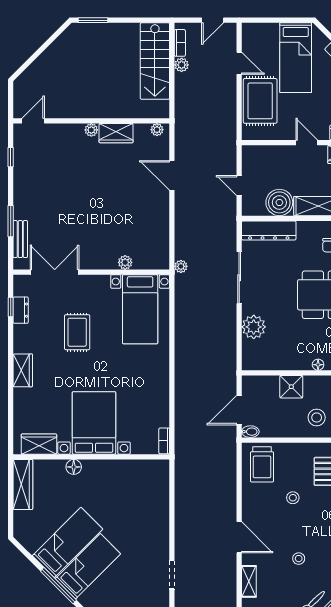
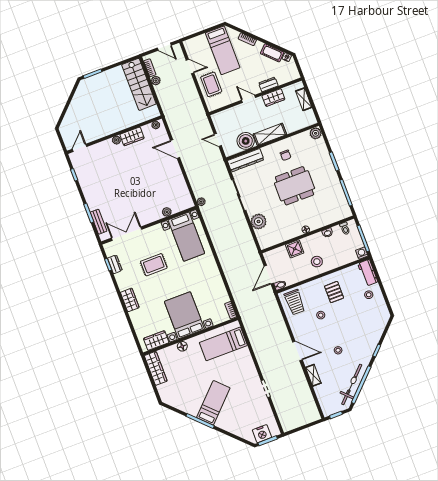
door: (213, 20) -> (164, 47), hinge flipped
rug: (260, 101) -> (211, 84), width x0.73, depth x0.70
rug: (77, 332) -> (154, 265), turned 90
bed: (68, 542) -> (223, 344), moved, turned -135

